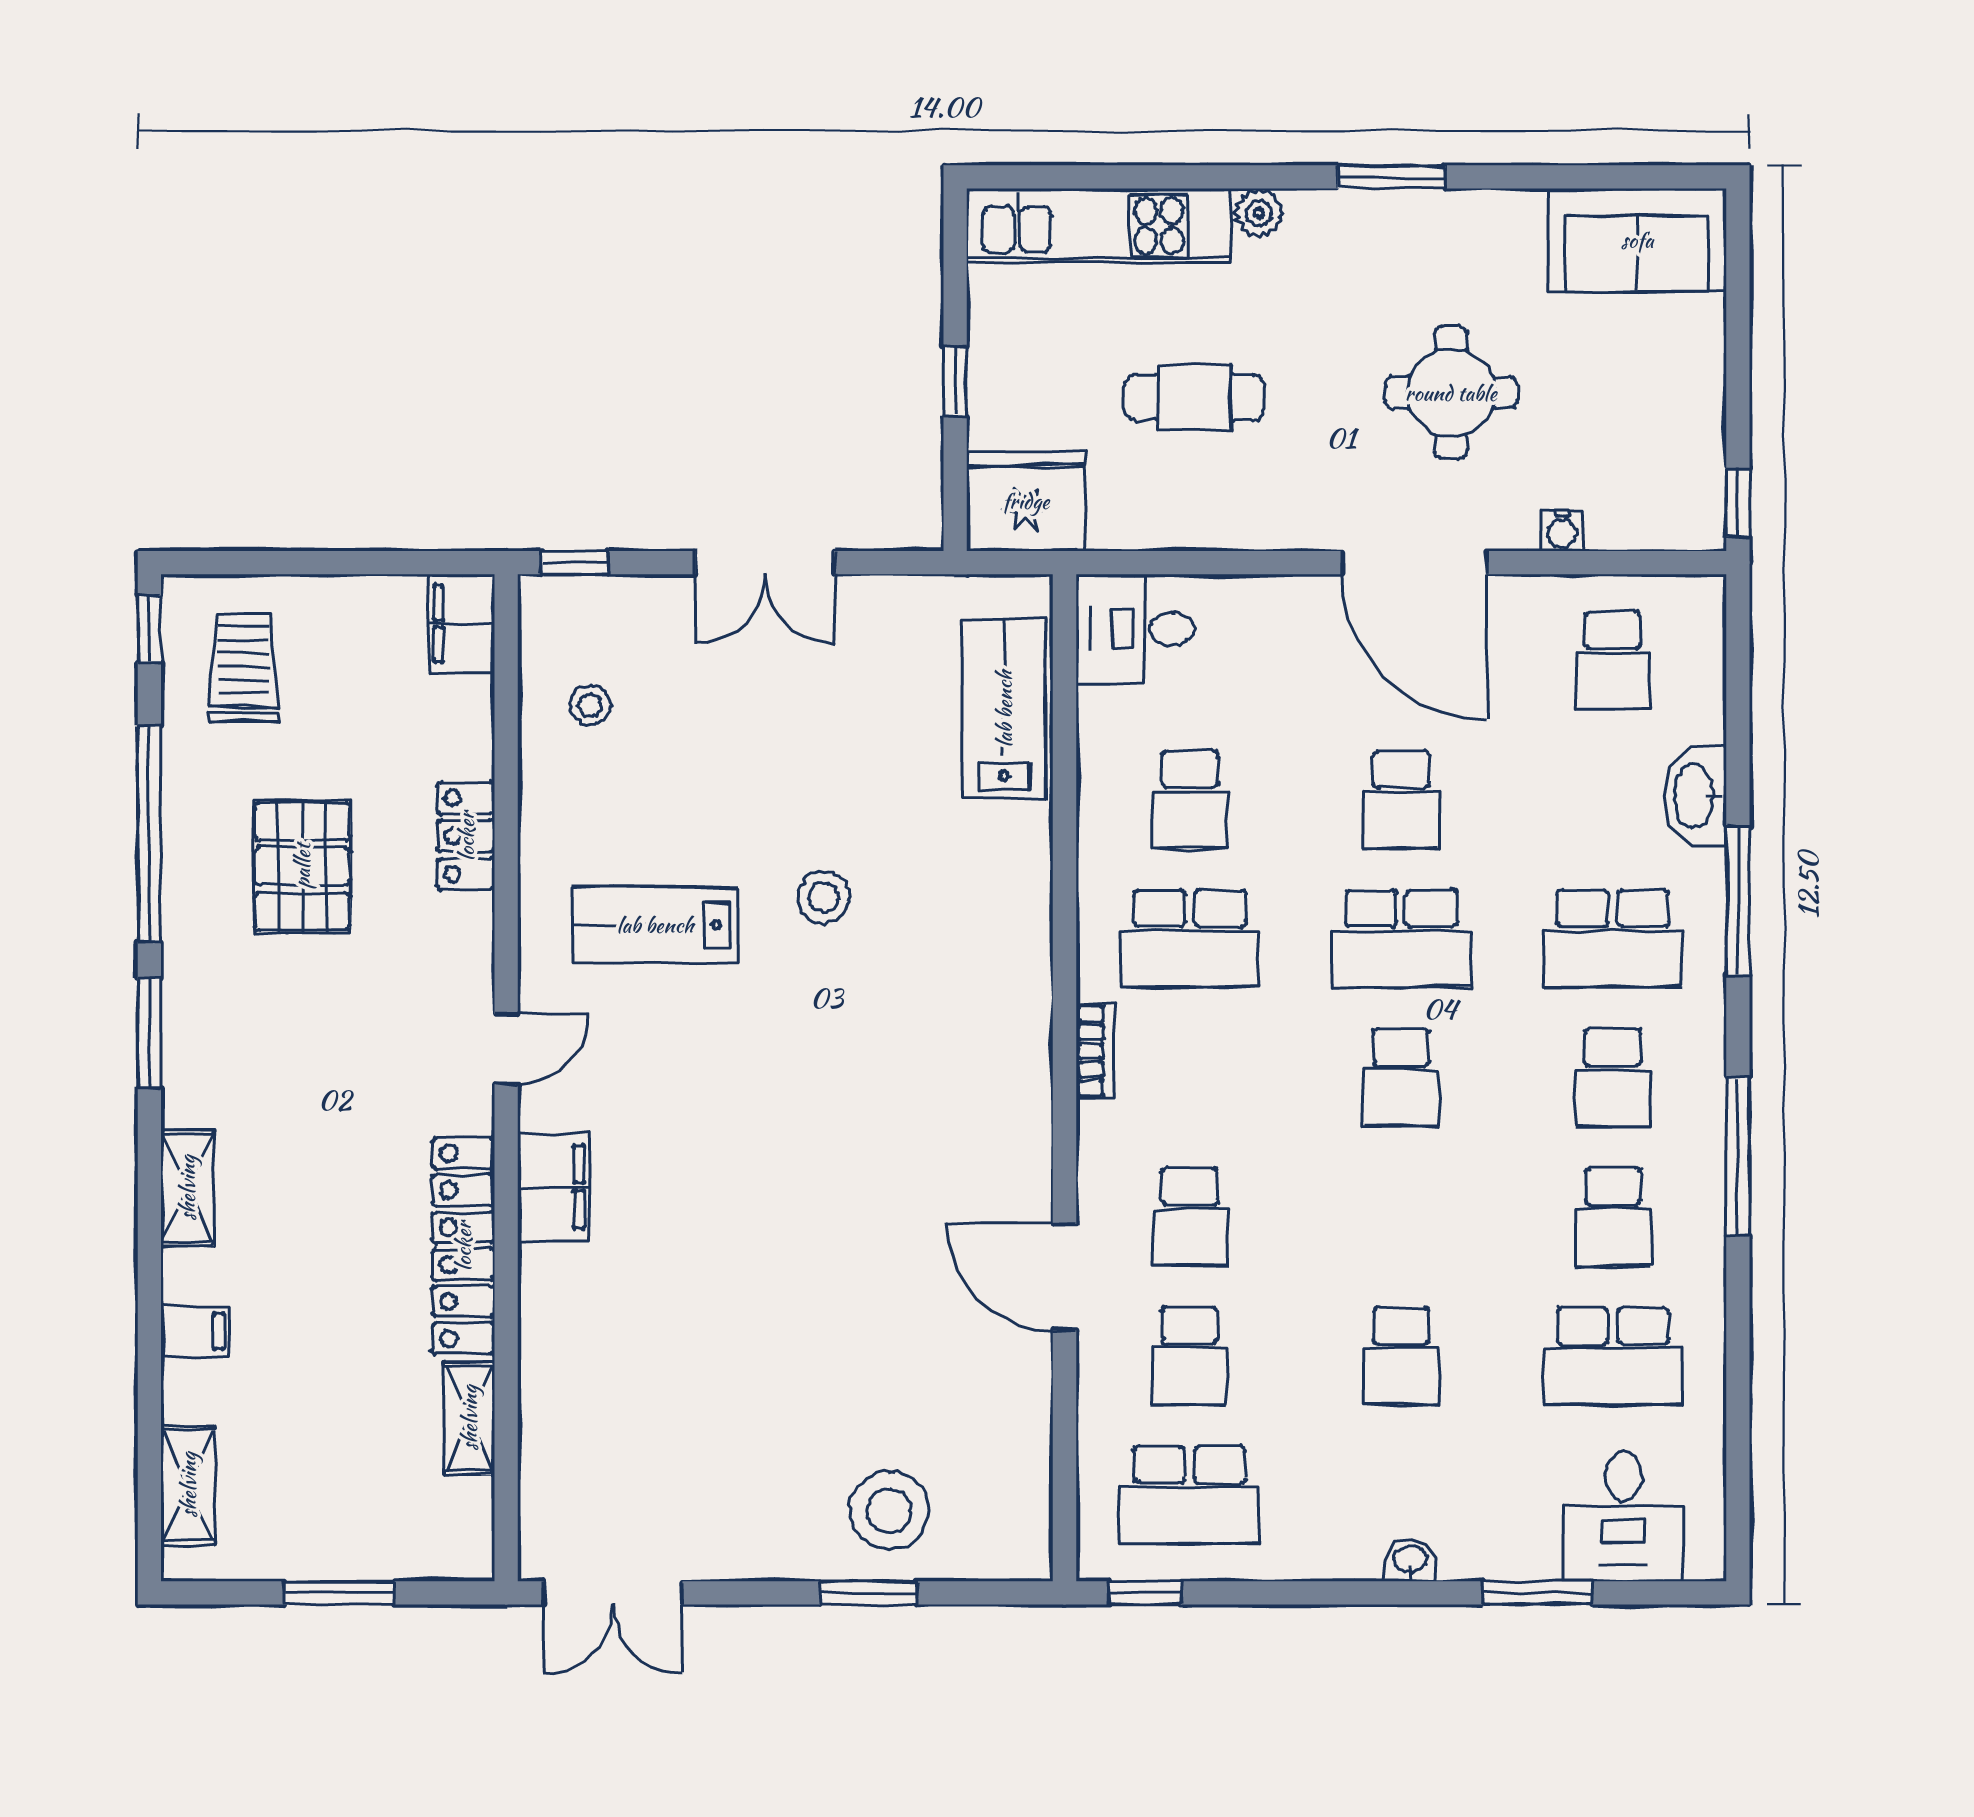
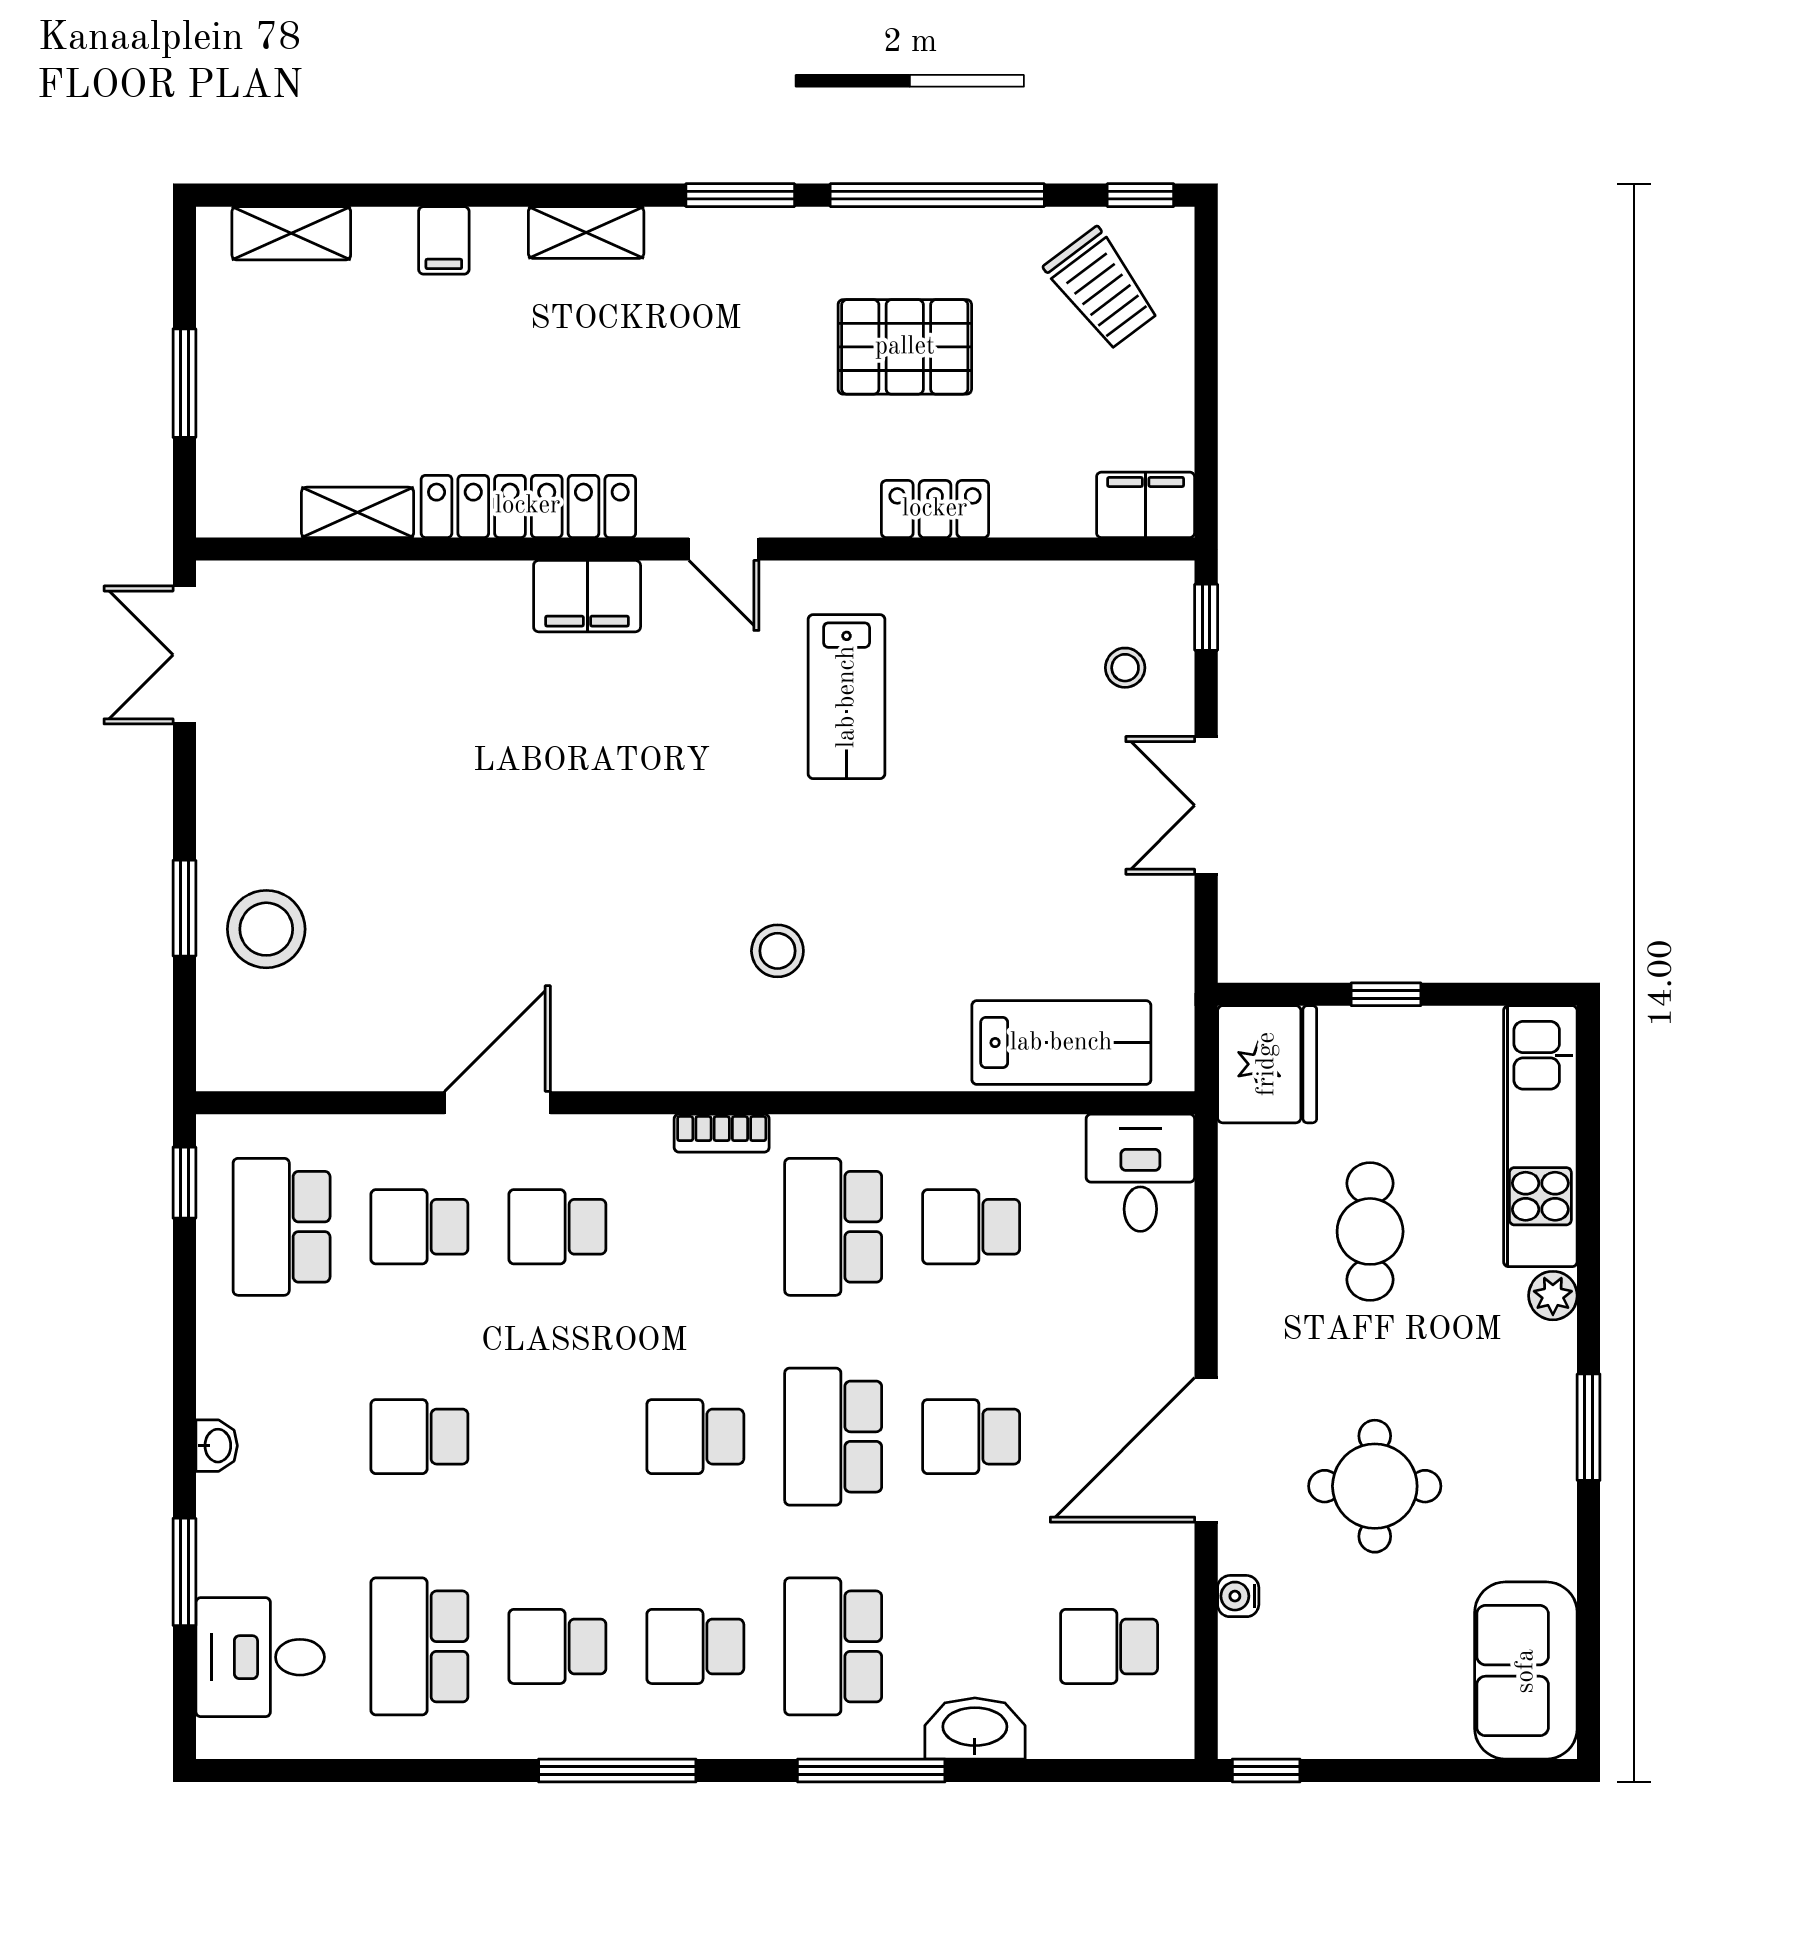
trolley: (244, 668) -> (1102, 289), turned 53
stool: (590, 705) -> (1125, 668), moved
stool: (824, 897) -> (777, 951), moved
lab bench: (655, 925) -> (847, 697), turned 180

